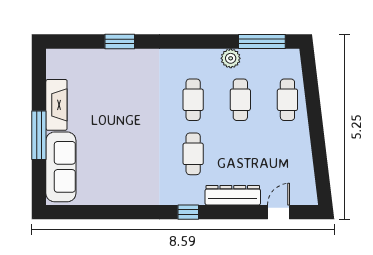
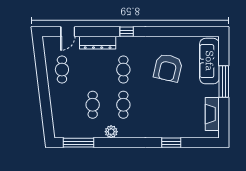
plant: (231, 58) -> (111, 132), moved
cafe table: (287, 100) -> (62, 70), moved
fireplace: (56, 105) -> (212, 114), moved
armchair: (125, 157) -> (168, 68), added

